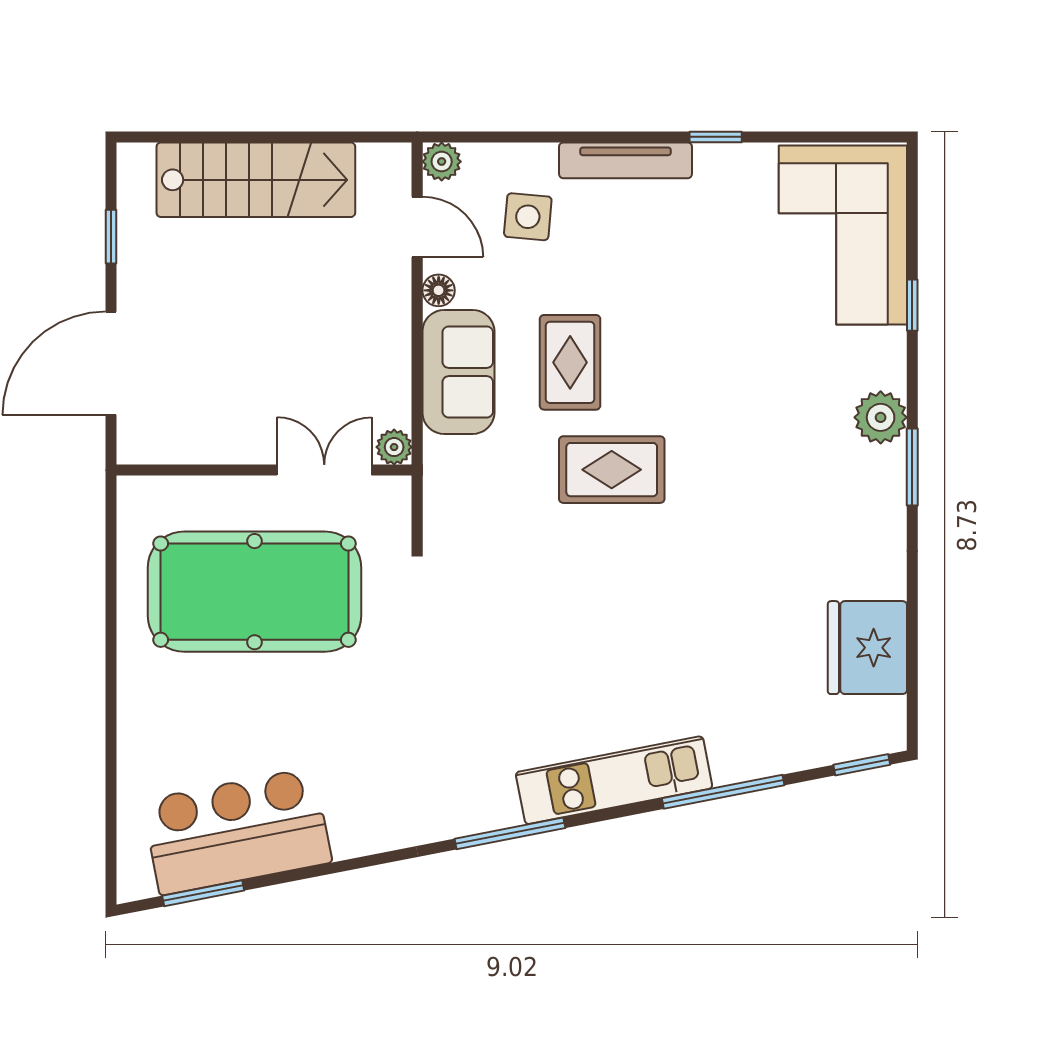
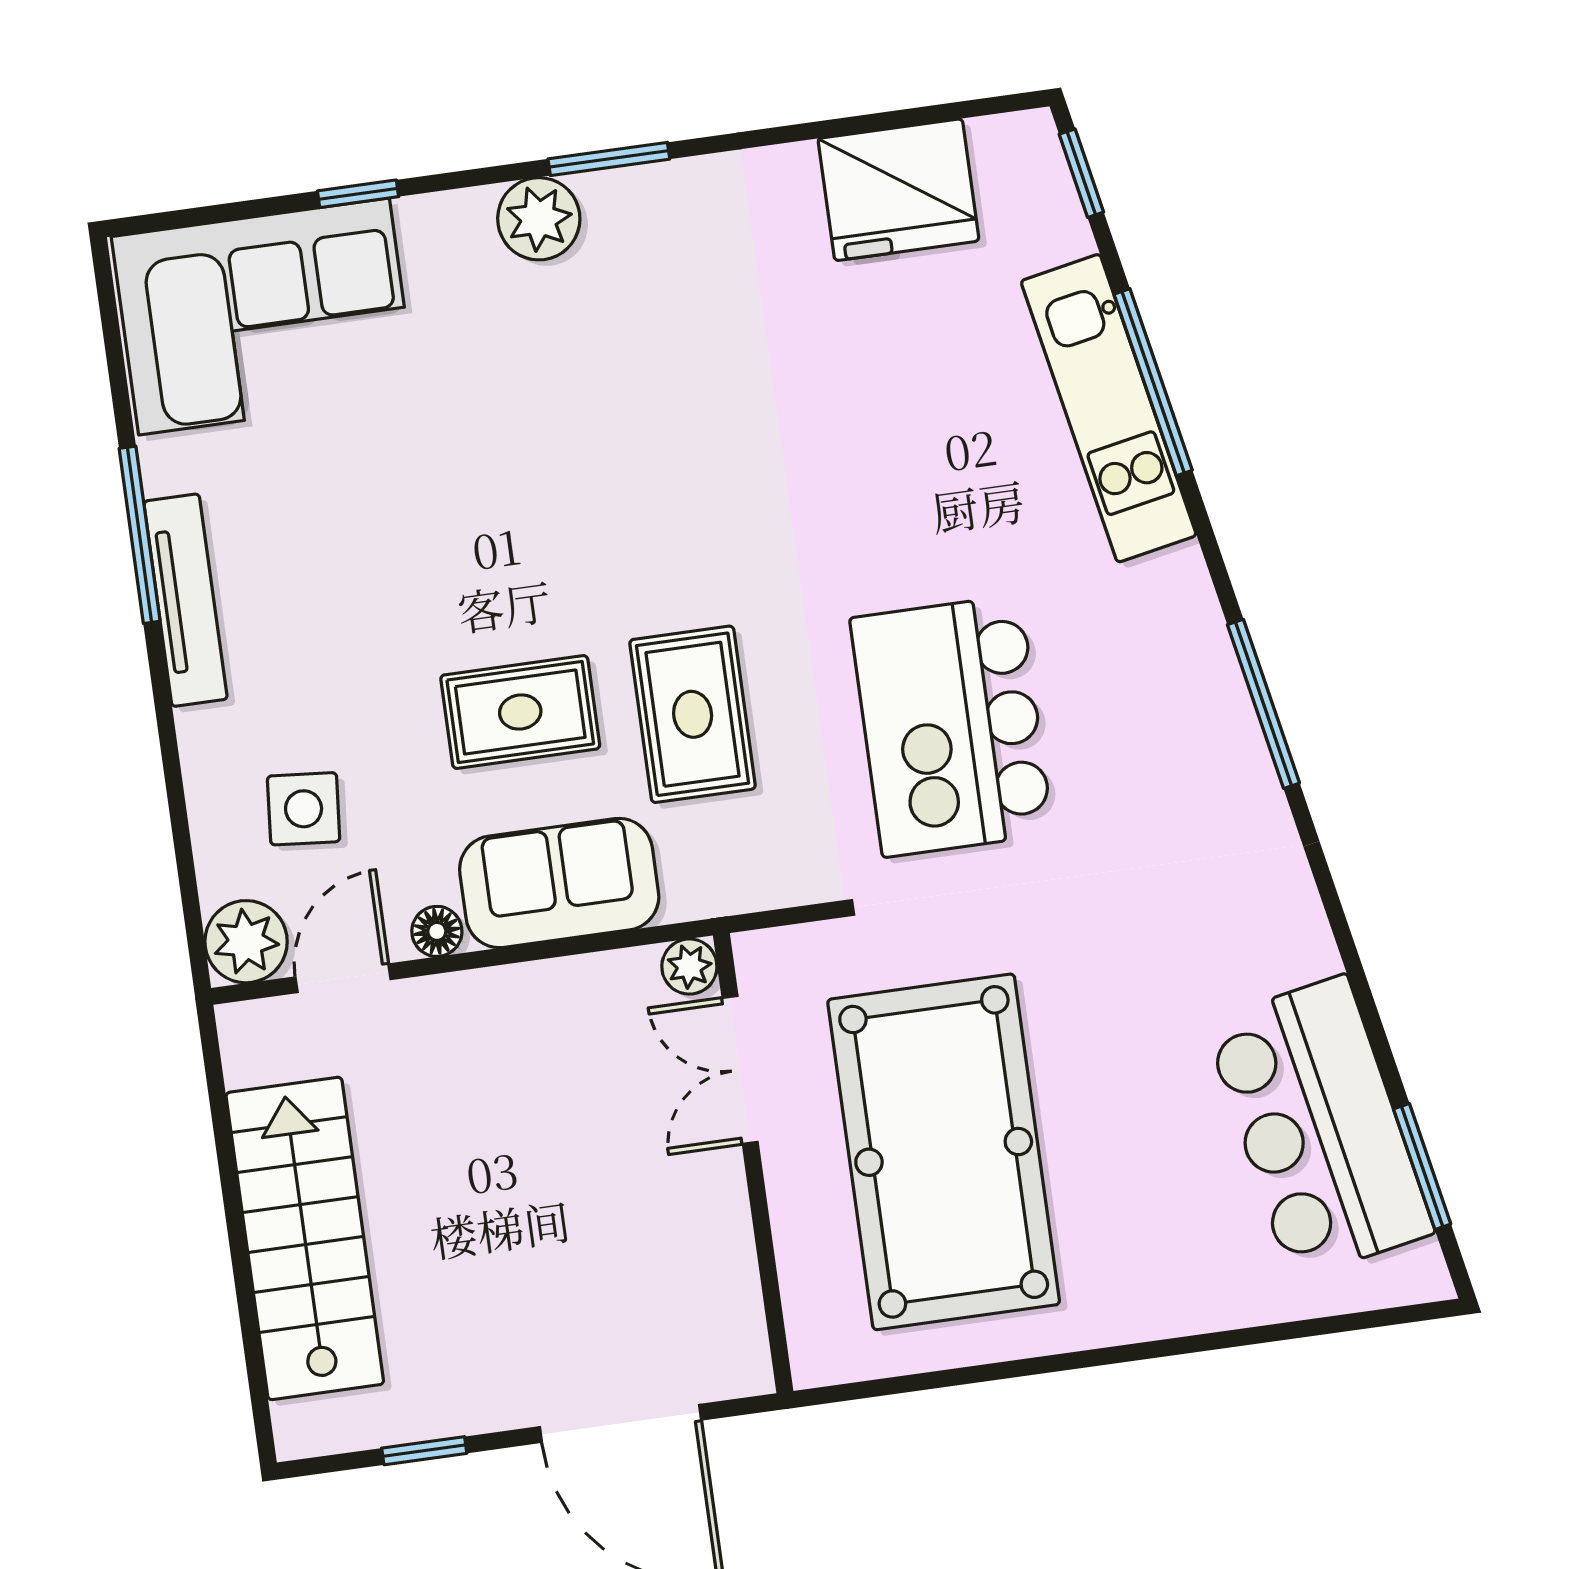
window: (716, 137) -> (140, 535), width x2.17
tv unit: (625, 160) -> (186, 600), moved
plant: (442, 162) -> (246, 942), width x1.38, depth x1.38
rug: (612, 470) -> (693, 714), moved
kitchen island: (523, 634) -> (952, 726), added
kitchen unit: (614, 780) -> (1109, 408), moved

